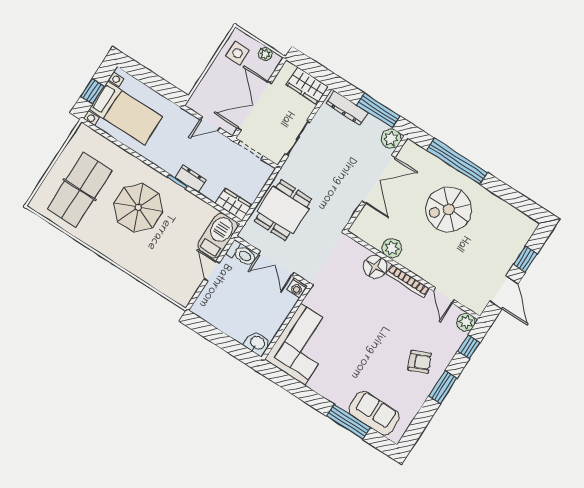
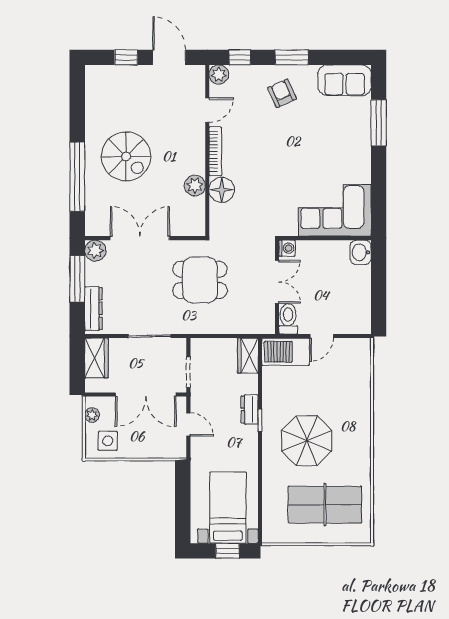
dining table: (283, 210) -> (200, 280), moved
door: (504, 292) -> (169, 57), hinge flipped
sofa: (374, 413) -> (345, 80), moved, turned -90

